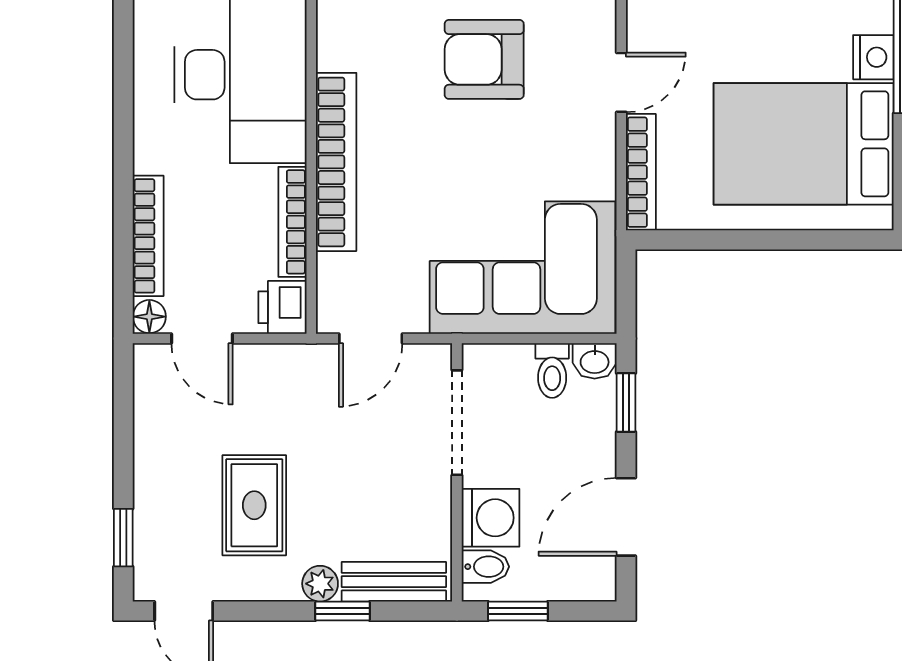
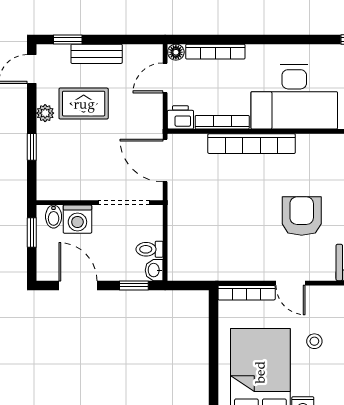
stool: (740, 34) -> (314, 341), added
corner sofa: (523, 268) -> (200, 235), removed
door: (371, 339) -> (165, 160), width x1.38
bench: (394, 582) -> (97, 54), moved, turned 90
plant: (320, 584) -> (45, 113), moved

